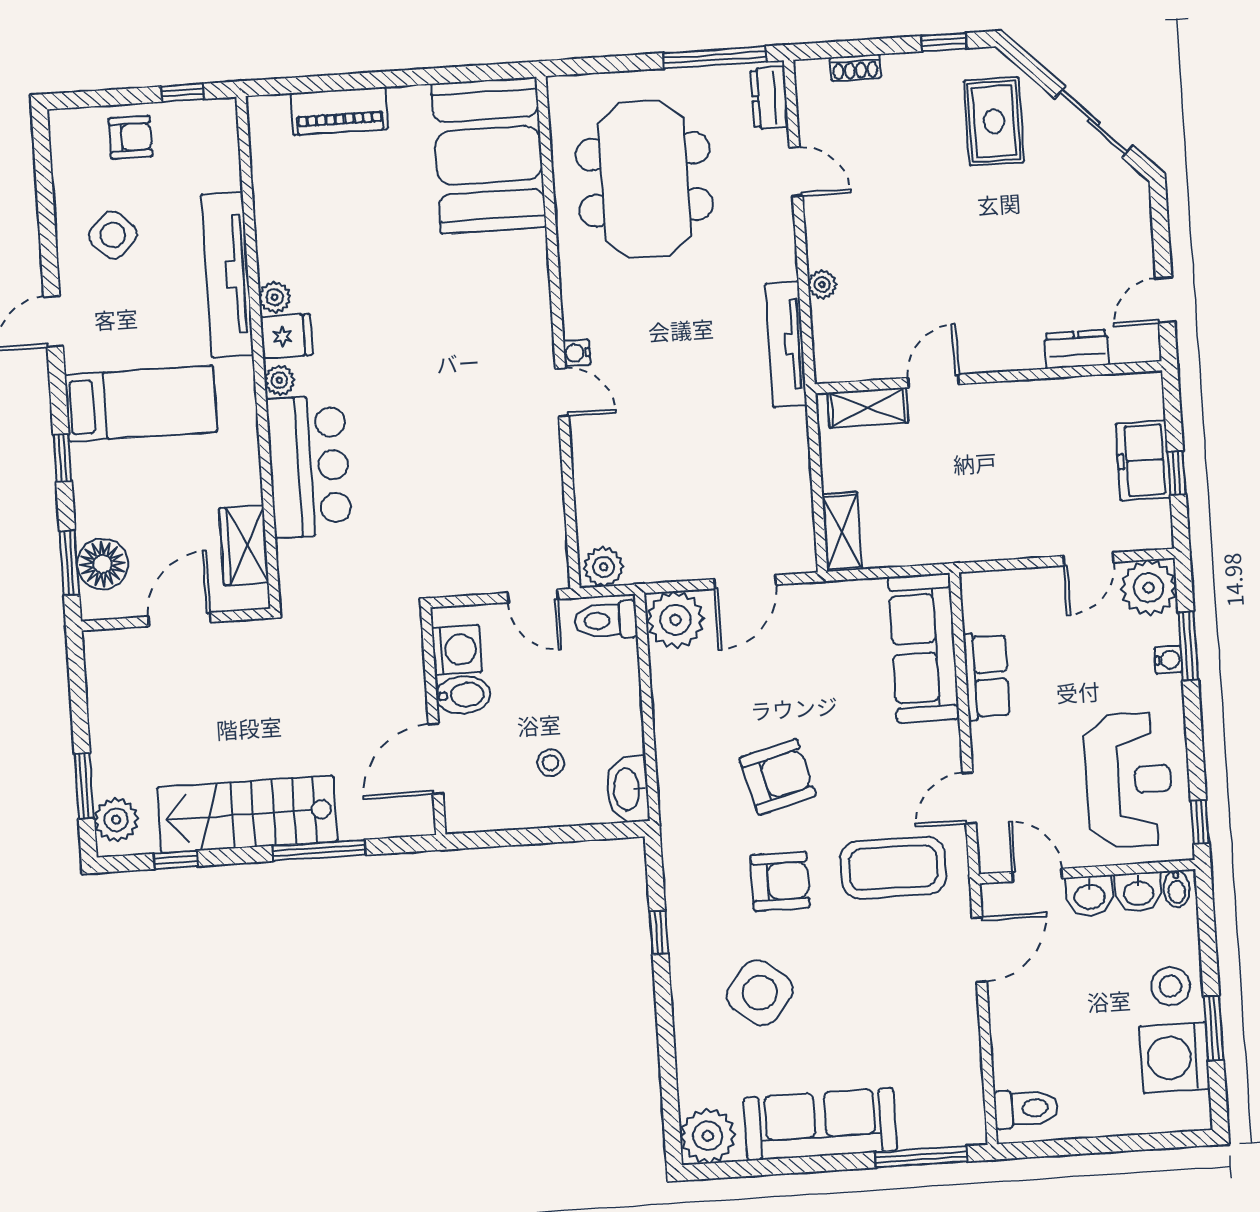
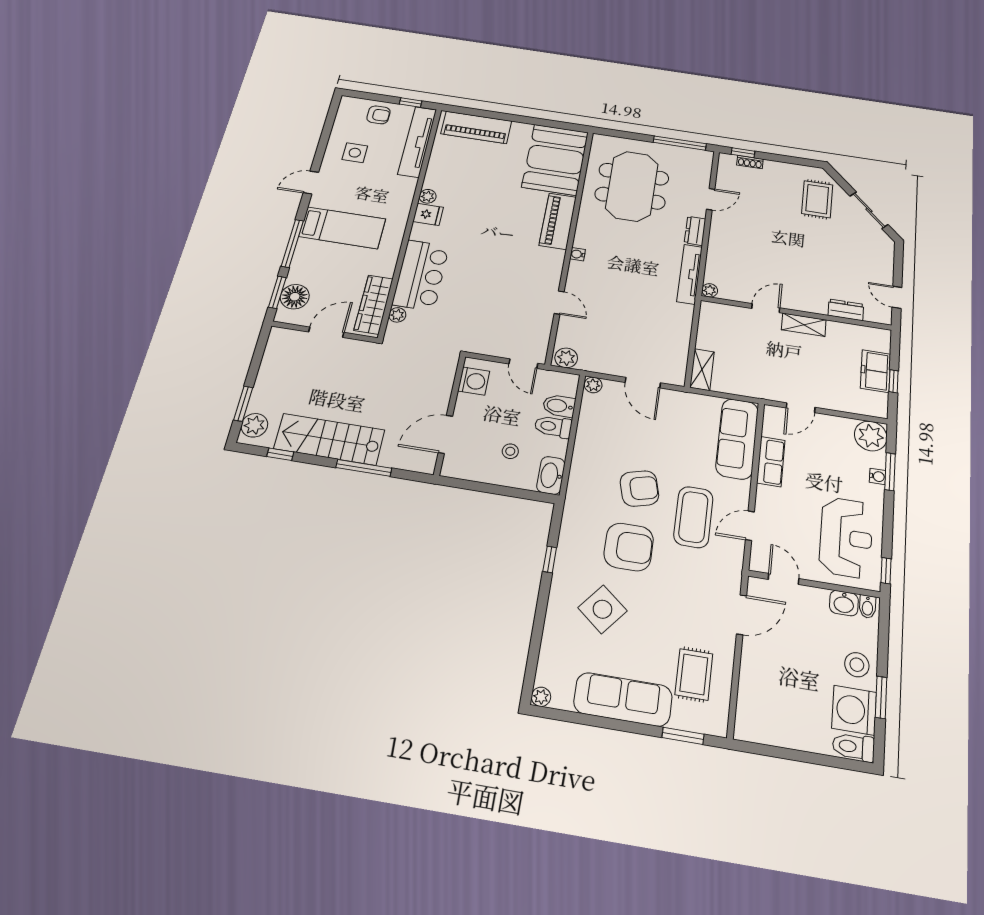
window: (944, 42) -> (743, 153), moved
dresser: (769, 98) -> (695, 231), moved
piano: (339, 111) -> (476, 127), width x1.37, depth x1.33
door: (796, 172) -> (711, 199), hinge flipped
side table: (113, 235) -> (355, 153), turned 45
tv unit: (227, 275) -> (417, 142), moved
plant: (822, 284) -> (710, 290), moved
piano: (525, 291) -> (558, 221), added
door: (1165, 300) -> (897, 297), hinge flipped
plant: (279, 380) -> (397, 315), moved
door: (562, 392) -> (559, 303), moved
shelving: (868, 408) -> (804, 325), moved
window: (62, 458) -> (292, 243), width x2.17
wardrobe: (244, 545) -> (374, 305), width x1.50
door: (1089, 559) -> (801, 408), moved
door: (745, 582) -> (643, 383), hinge flipped
toilet: (606, 620) -> (553, 427), moved
plant: (675, 620) -> (593, 385), width x0.53, depth x0.53
bidet: (463, 695) -> (559, 406), moved, turned 180
coffee table: (893, 868) -> (693, 517), moved, turned 90
armchair: (780, 881) -> (629, 547), width x1.36, depth x1.36
washbasin: (1090, 896) -> (814, 598), removed
rug: (921, 1061) -> (694, 674), added
toilet: (1026, 1108) -> (853, 747), moved, turned 180
plant: (708, 1136) -> (541, 697), width x0.53, depth x0.53
window: (921, 1157) -> (683, 736), width x0.69

